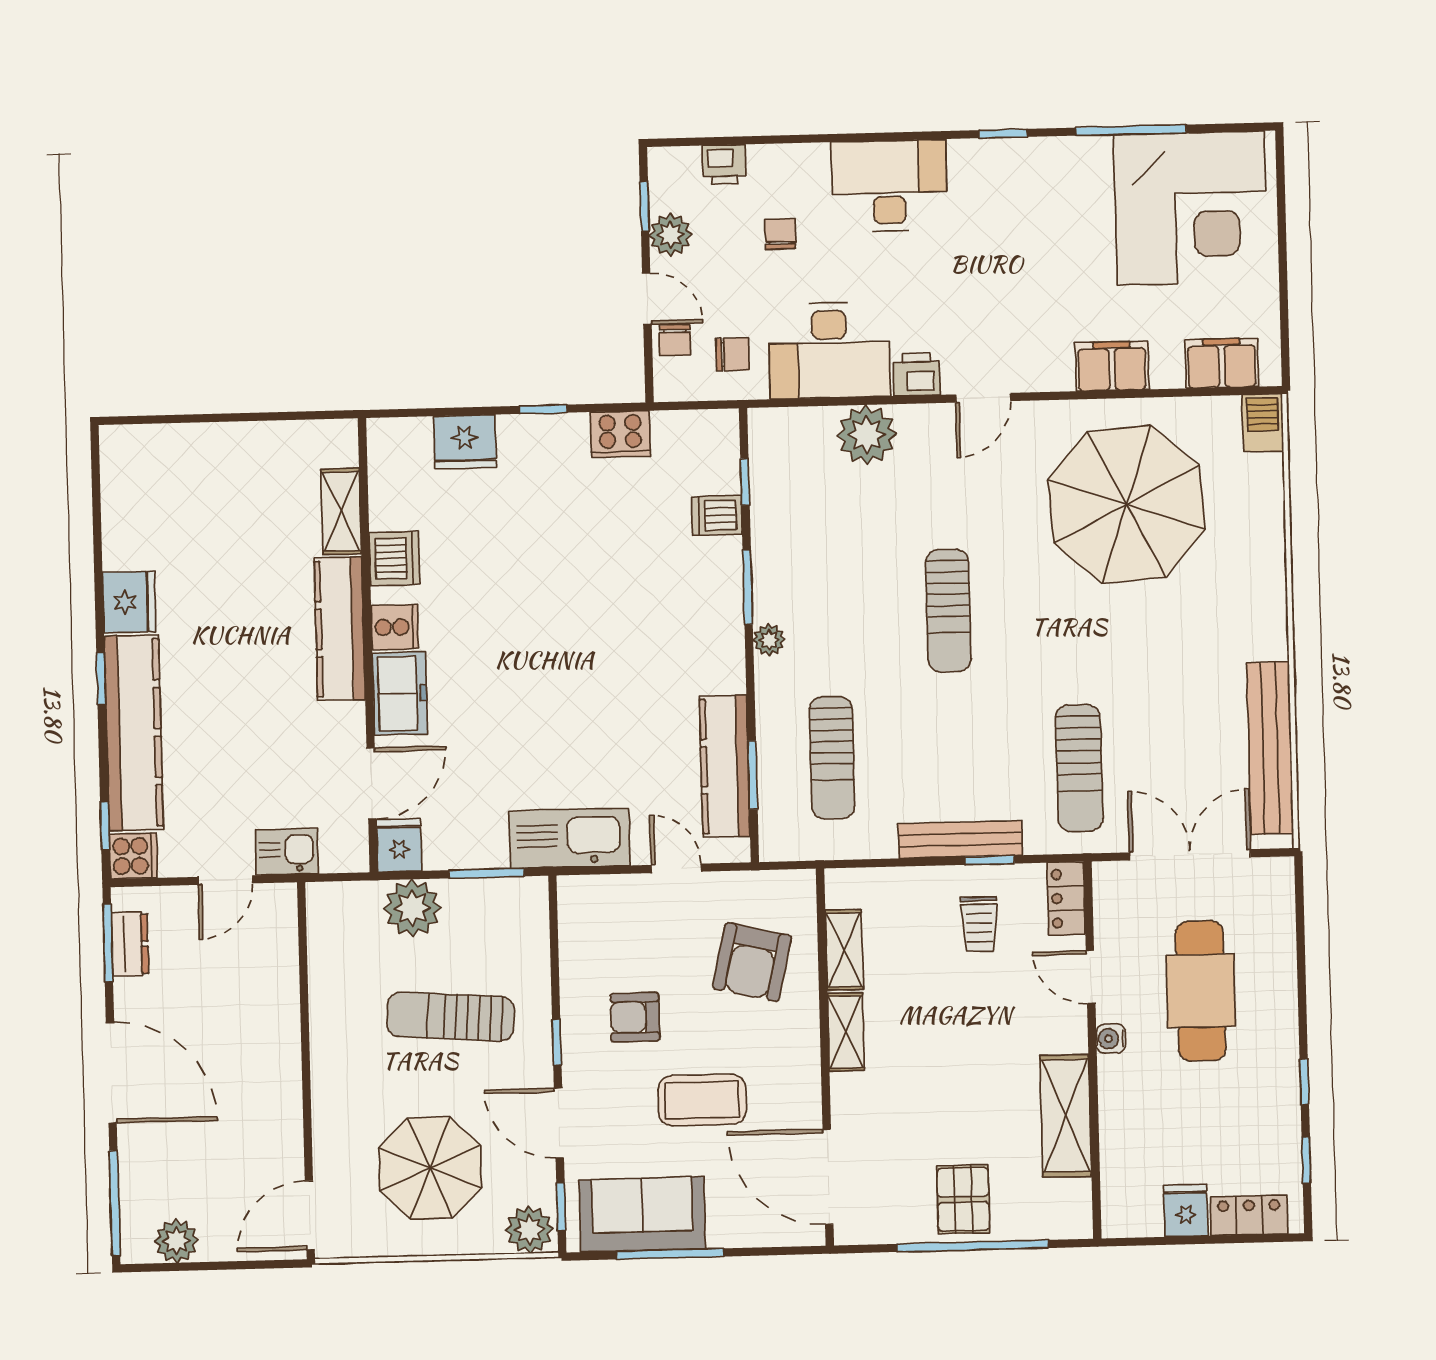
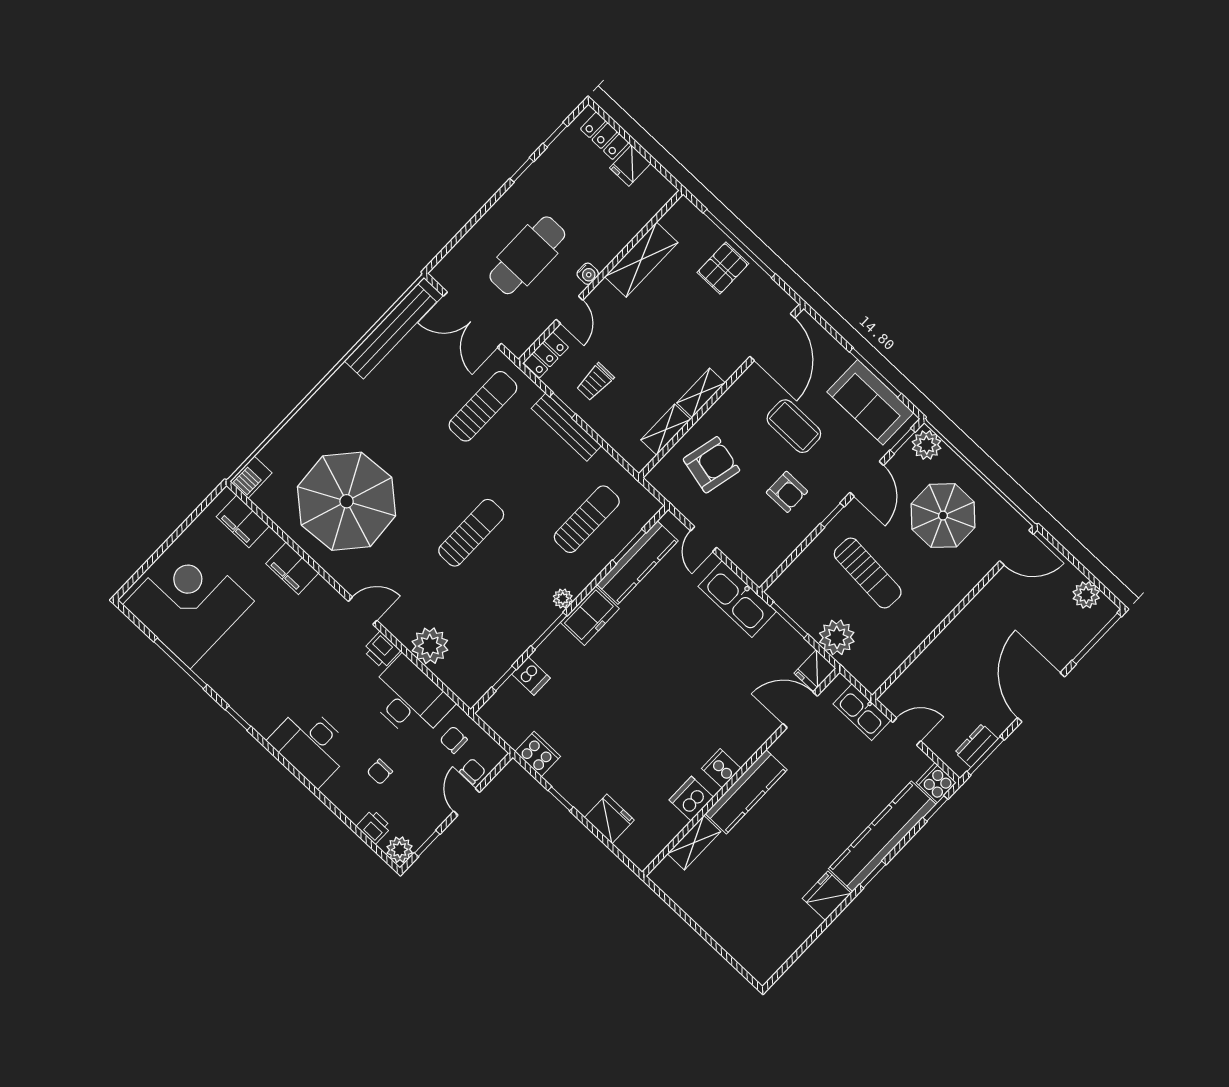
plant: (670, 235) -> (400, 850), moved
freezer: (400, 693) -> (590, 616), moved, turned 180
kitchen sink: (287, 852) -> (862, 712), width x1.38
trolley: (979, 924) -> (595, 382), turned 180

